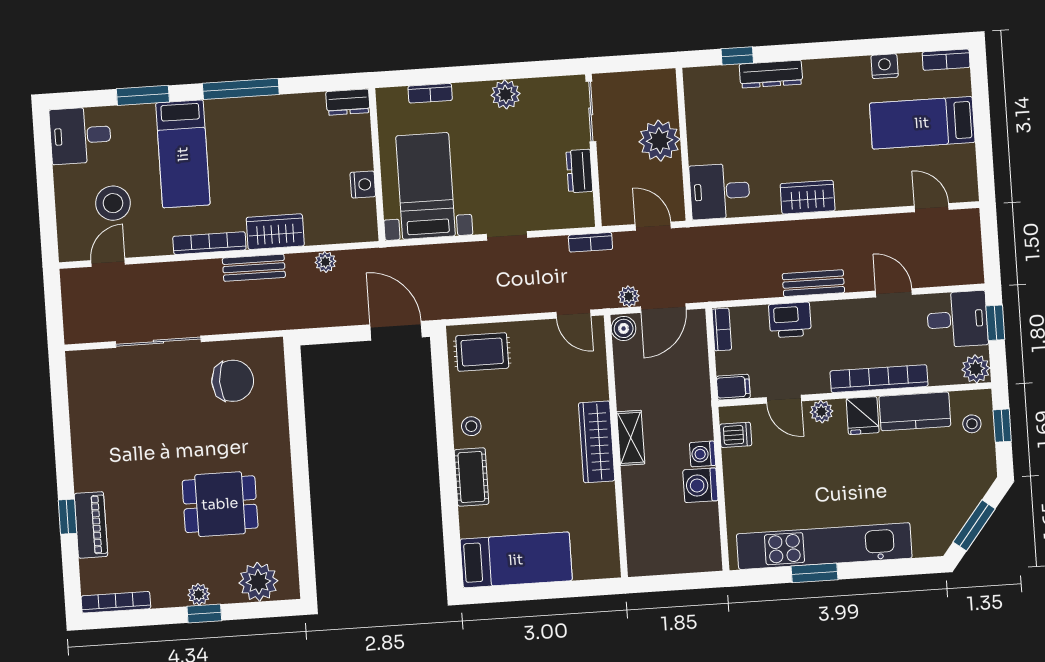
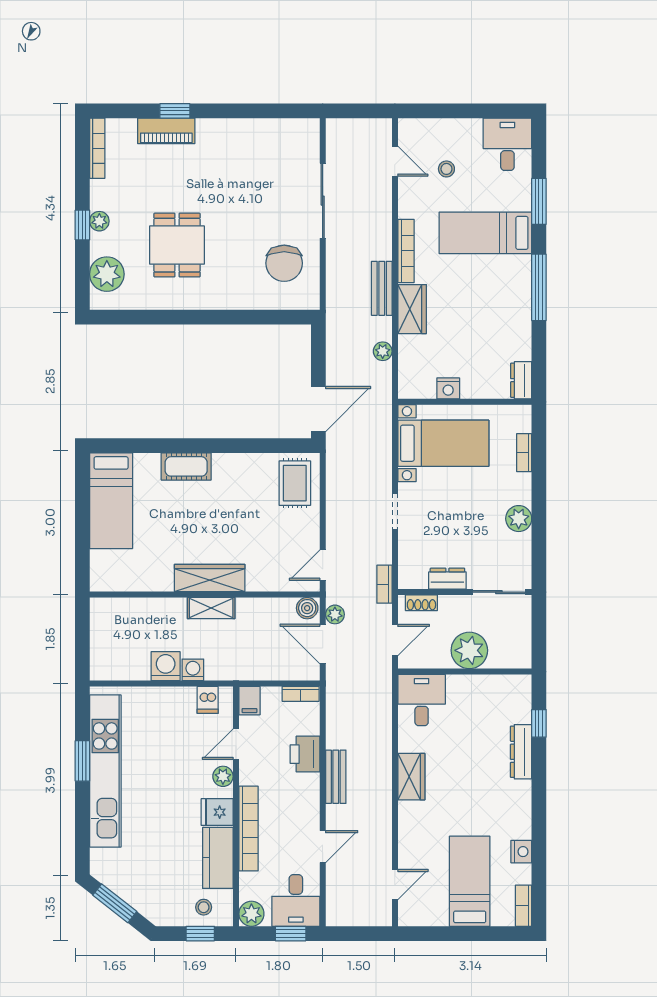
shoe rack: (609, 199) -> (421, 603), added
stool: (113, 203) -> (446, 169), width x0.53, depth x0.53
stool: (471, 426) -> (231, 469), removed

